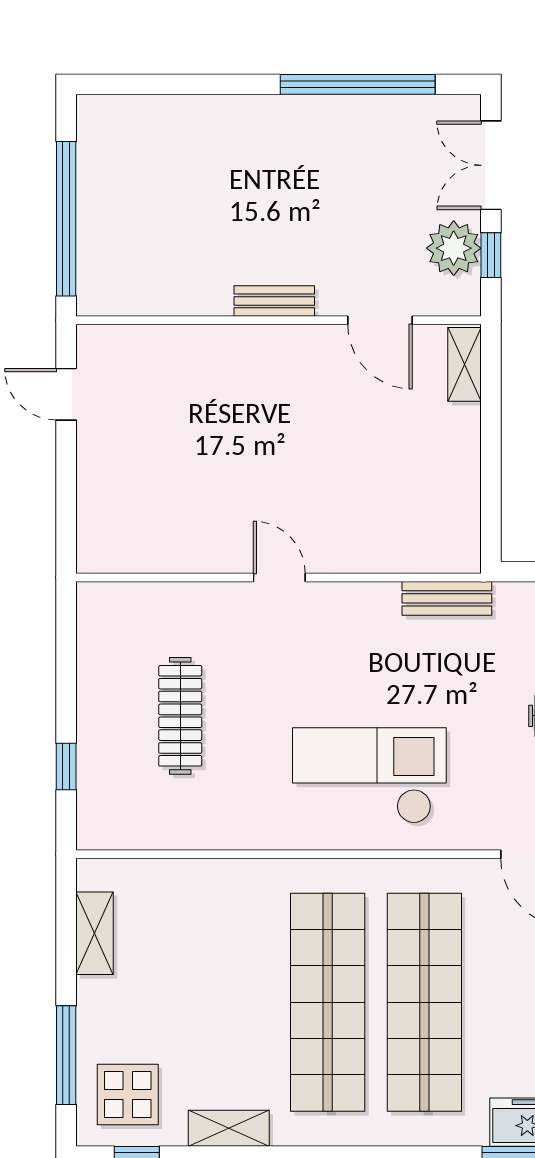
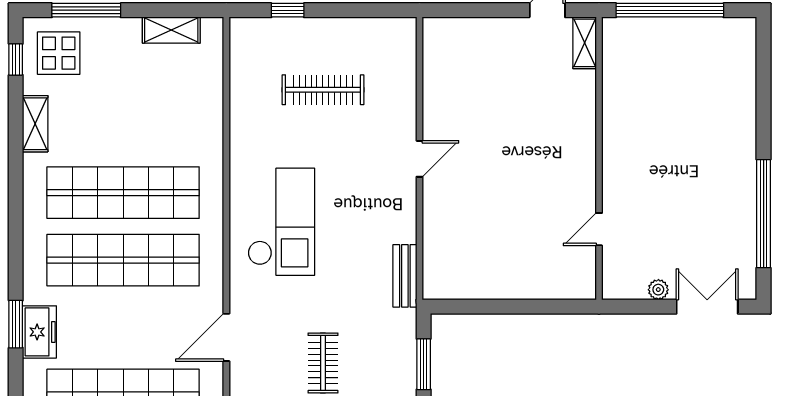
plant: (454, 248) -> (658, 290), width x0.53, depth x0.53
window: (491, 255) -> (644, 307), removed
bench: (274, 301) -> (612, 155), removed
door: (380, 320) -> (599, 229), width x0.73
shelving: (465, 364) -> (585, 43), moved, turned 90

